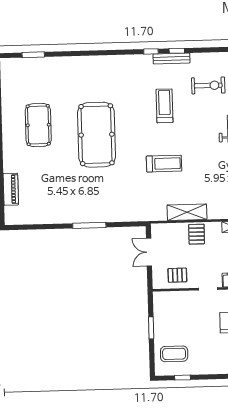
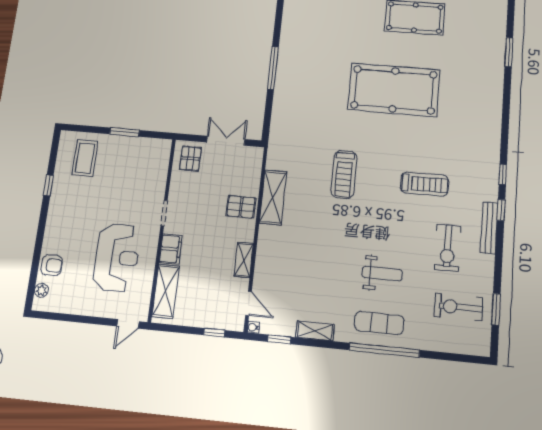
window: (33, 55) -> (509, 52), moved
bench: (171, 58) -> (489, 228), moved
pallet: (177, 275) -> (190, 159), moved
window: (182, 378) -> (48, 185), moved

